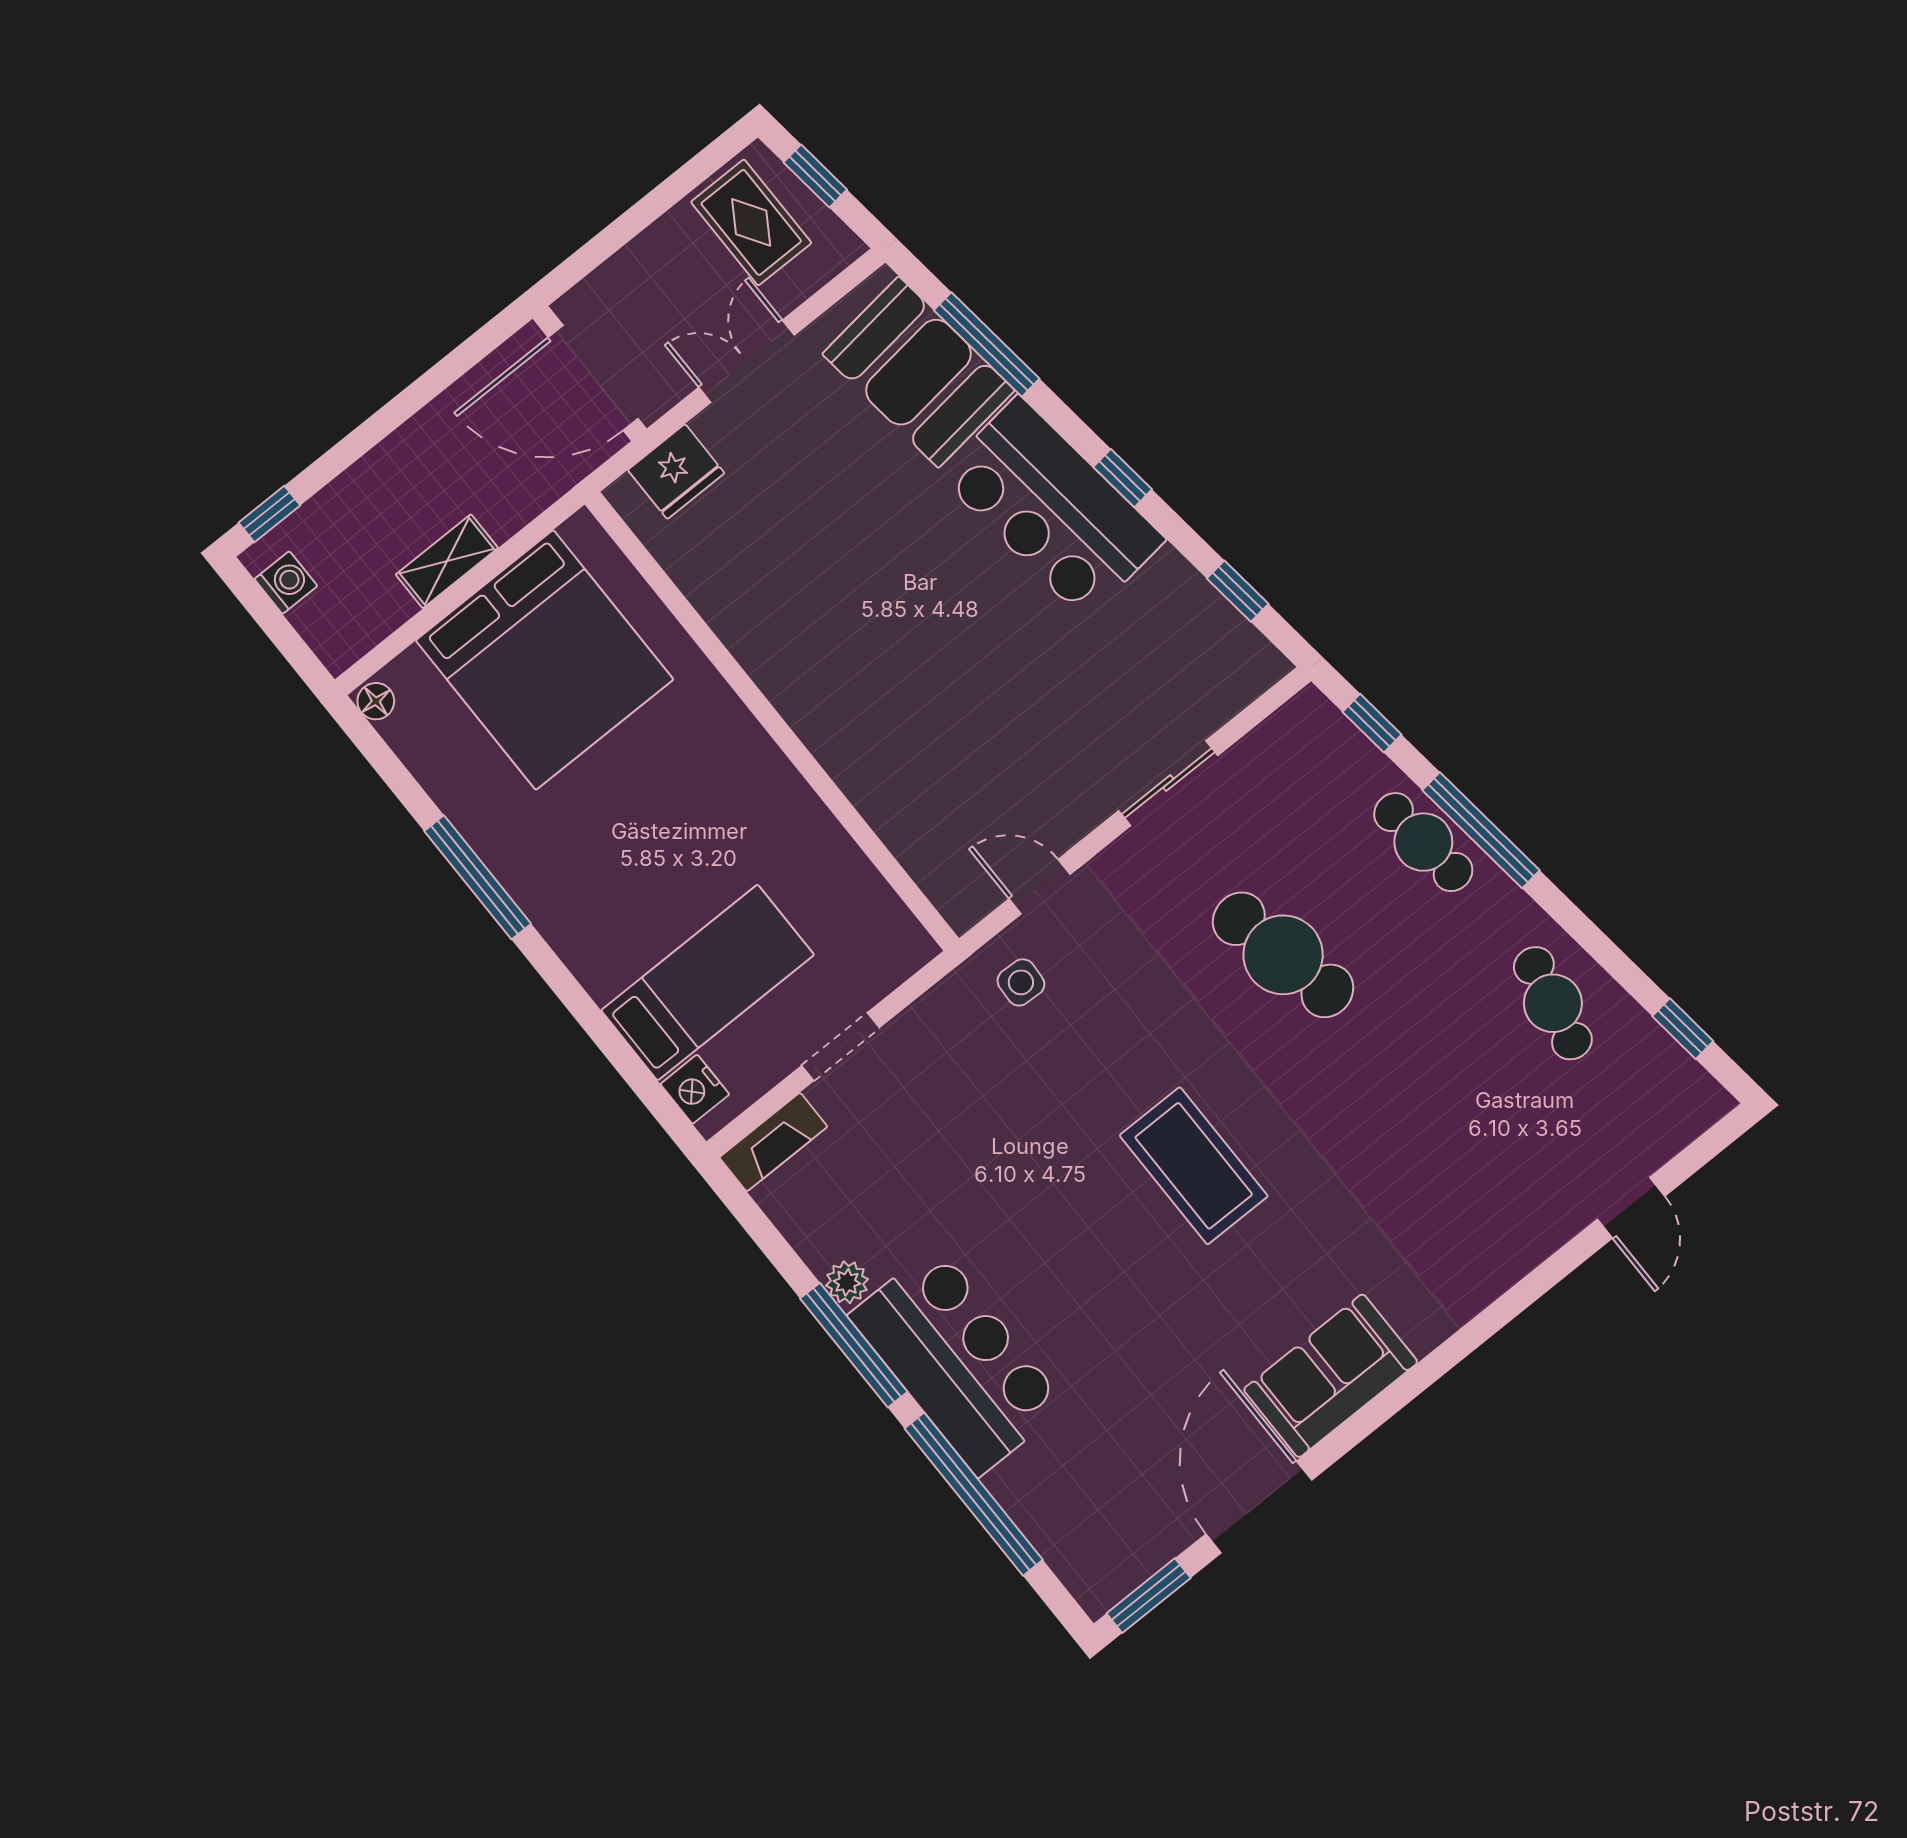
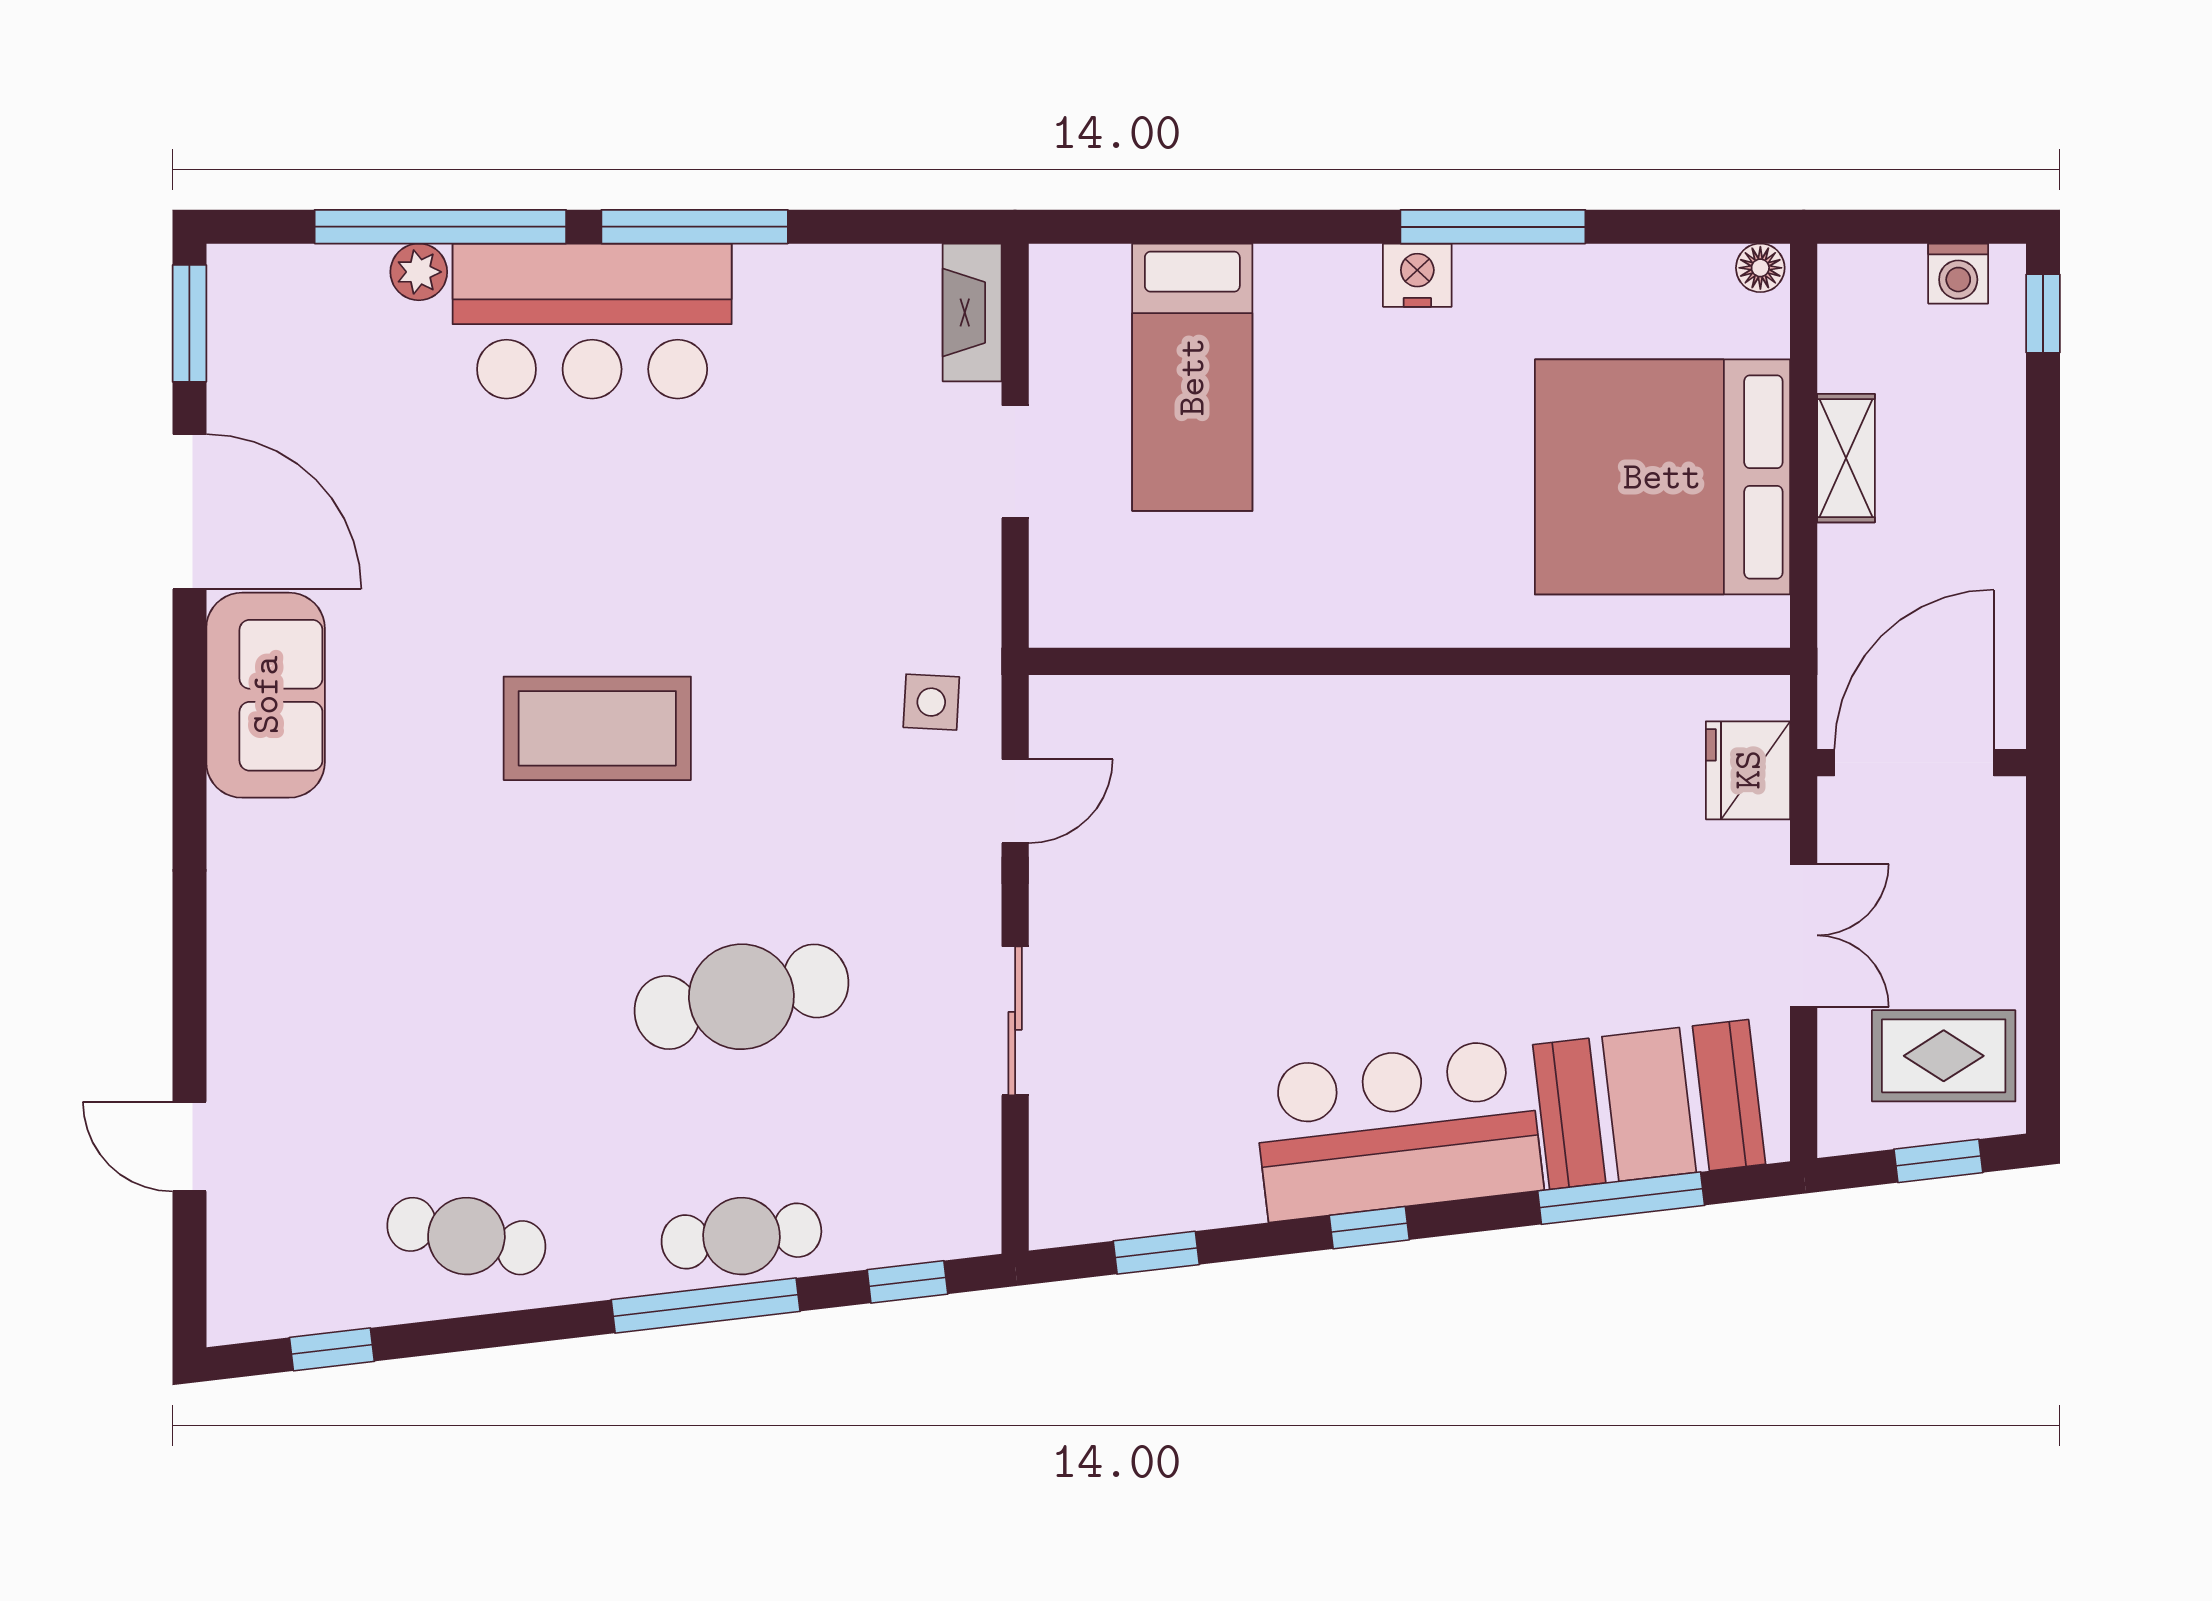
nightstand: (695, 1089) -> (1417, 275), moved
plant: (847, 1282) -> (419, 272), moved

